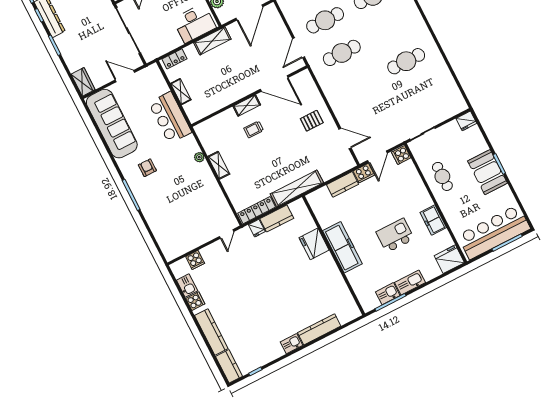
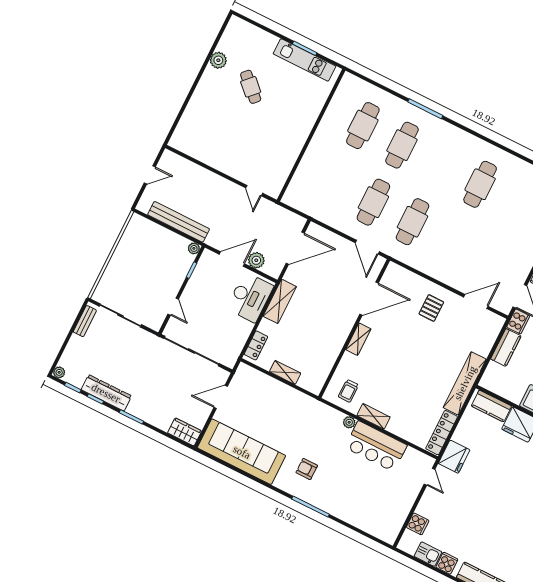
door: (249, 12) -> (295, 248), hinge flipped
bar counter: (170, 117) -> (376, 446), moved
trolley: (254, 129) -> (348, 391), moved
kitchen counter: (277, 219) -> (491, 406), moved, turned 90
fridge: (257, 228) -> (454, 457), width x1.88, depth x1.34

